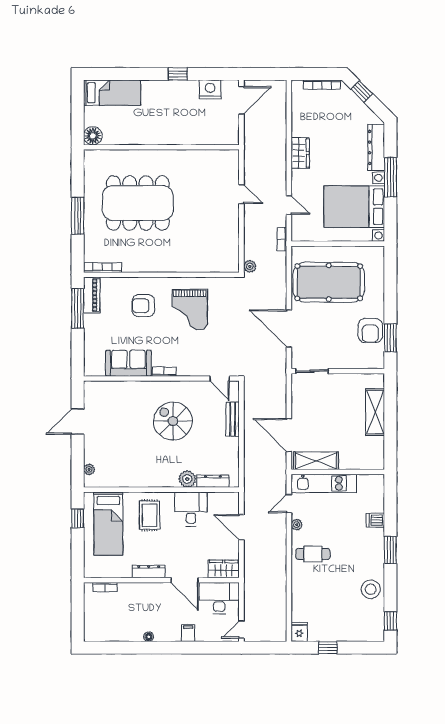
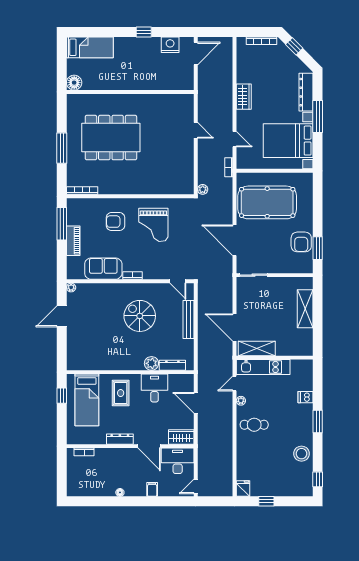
piano: (92, 295) -> (73, 241), moved
bench: (233, 419) -> (189, 320), width x1.36
plant: (89, 469) -> (71, 288), moved

